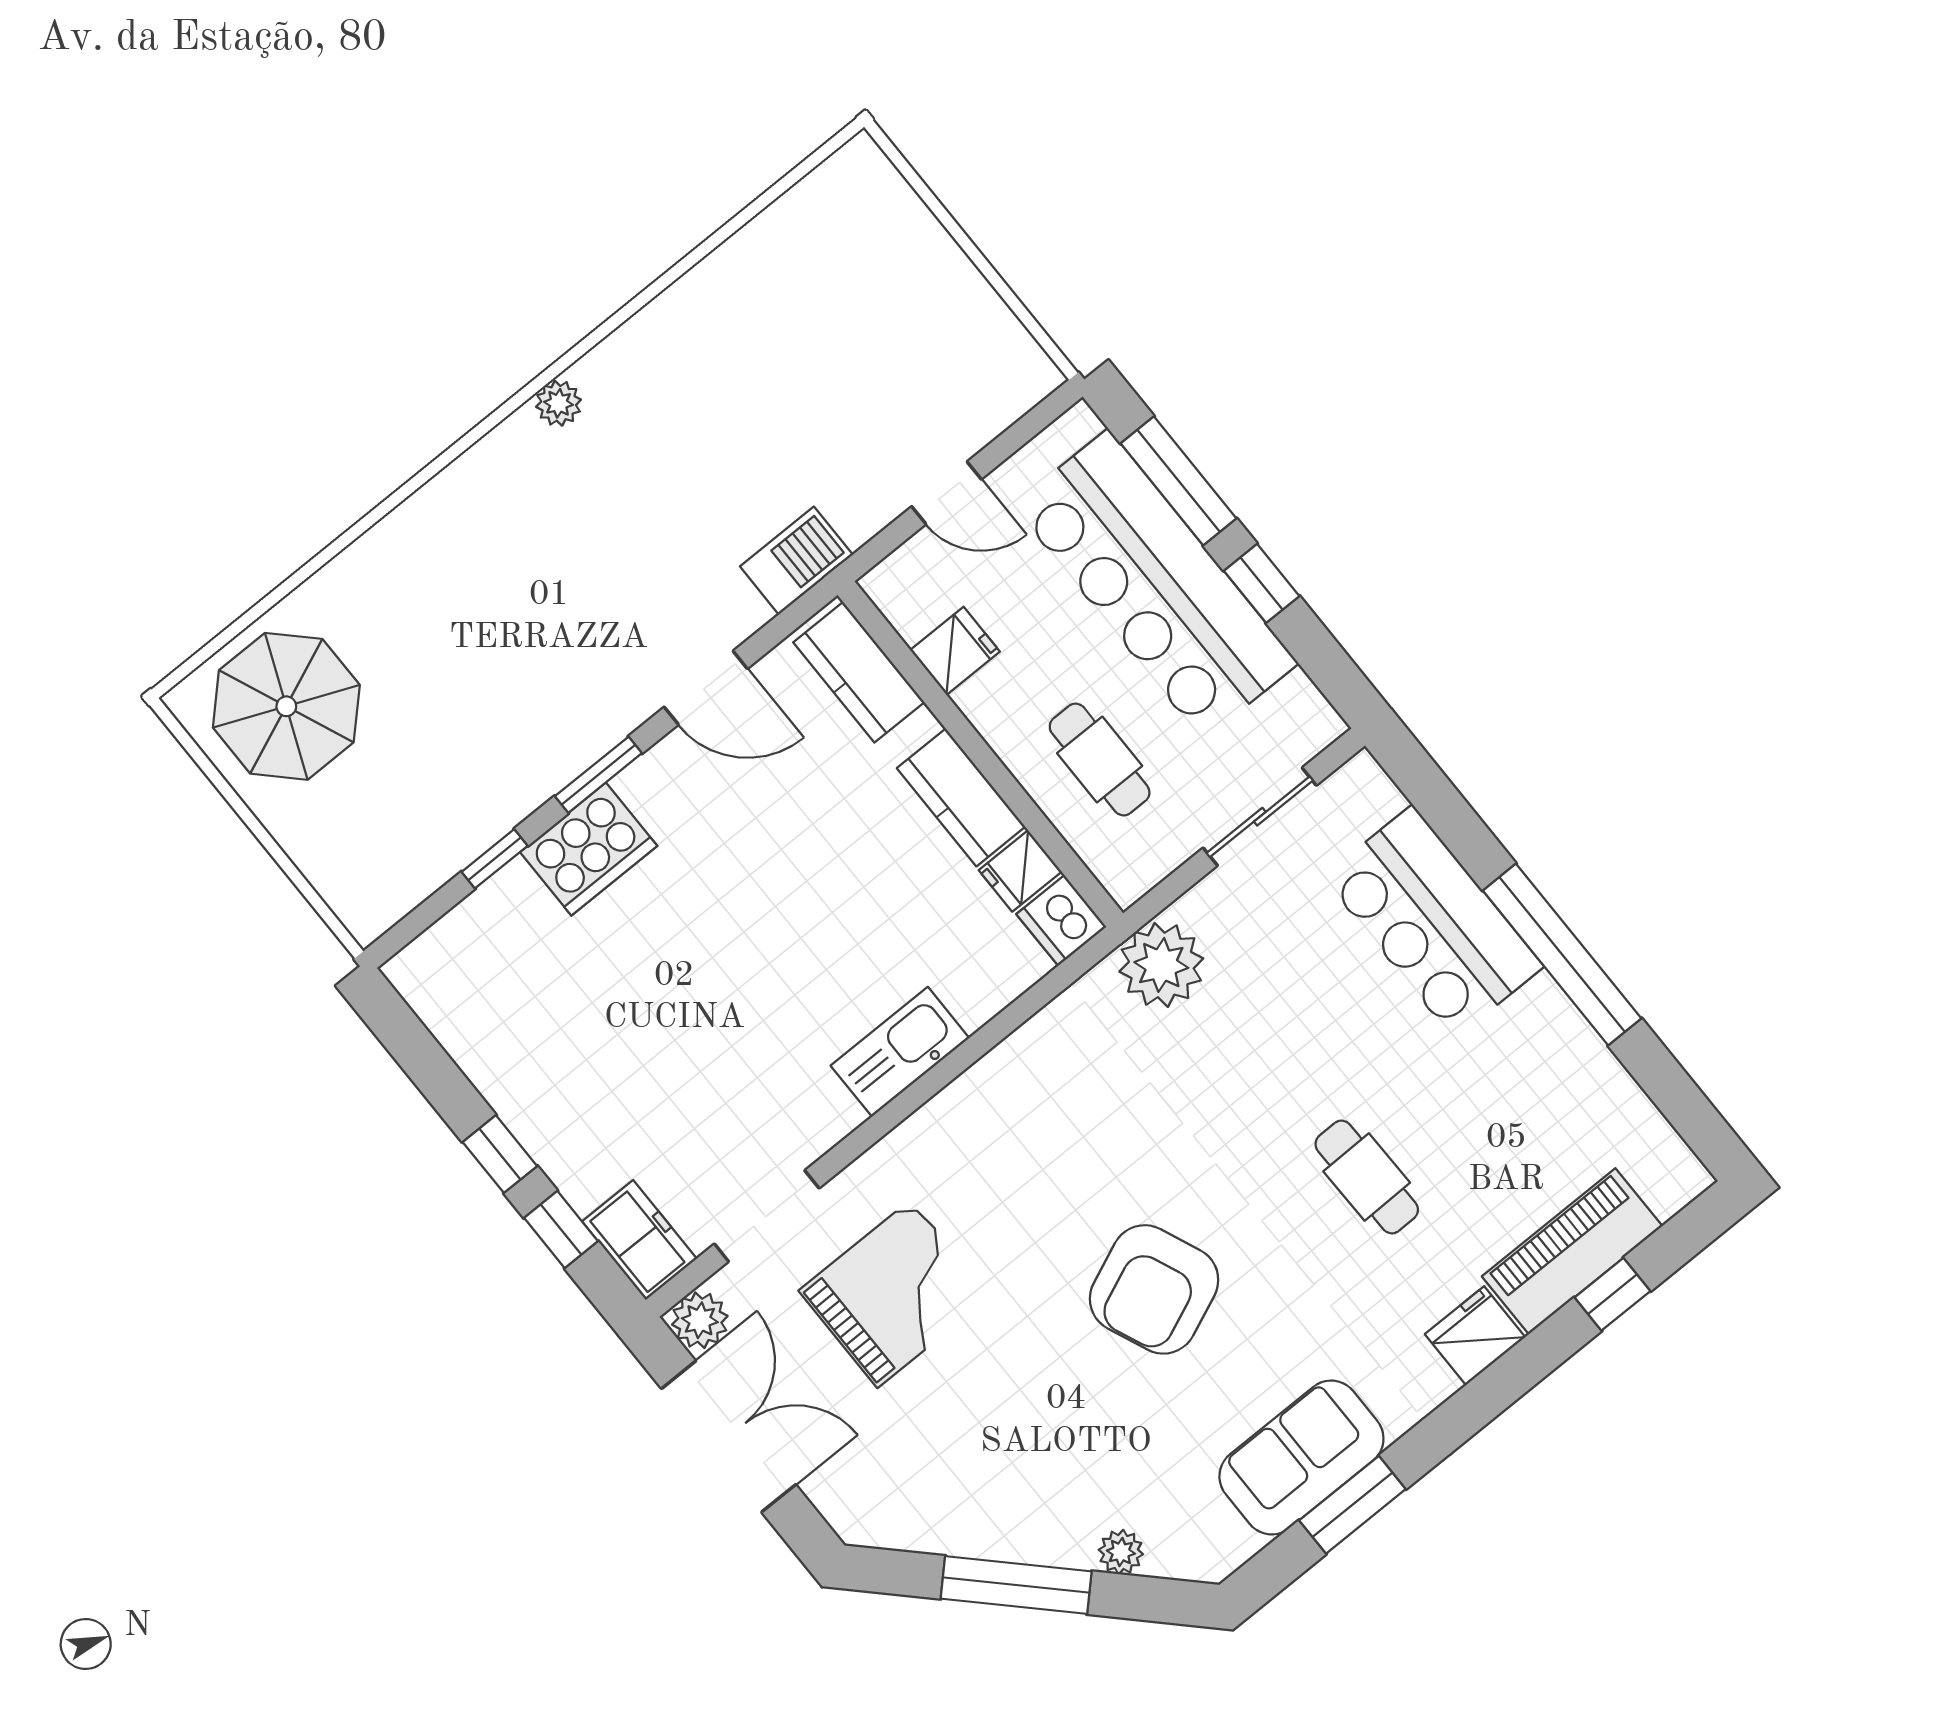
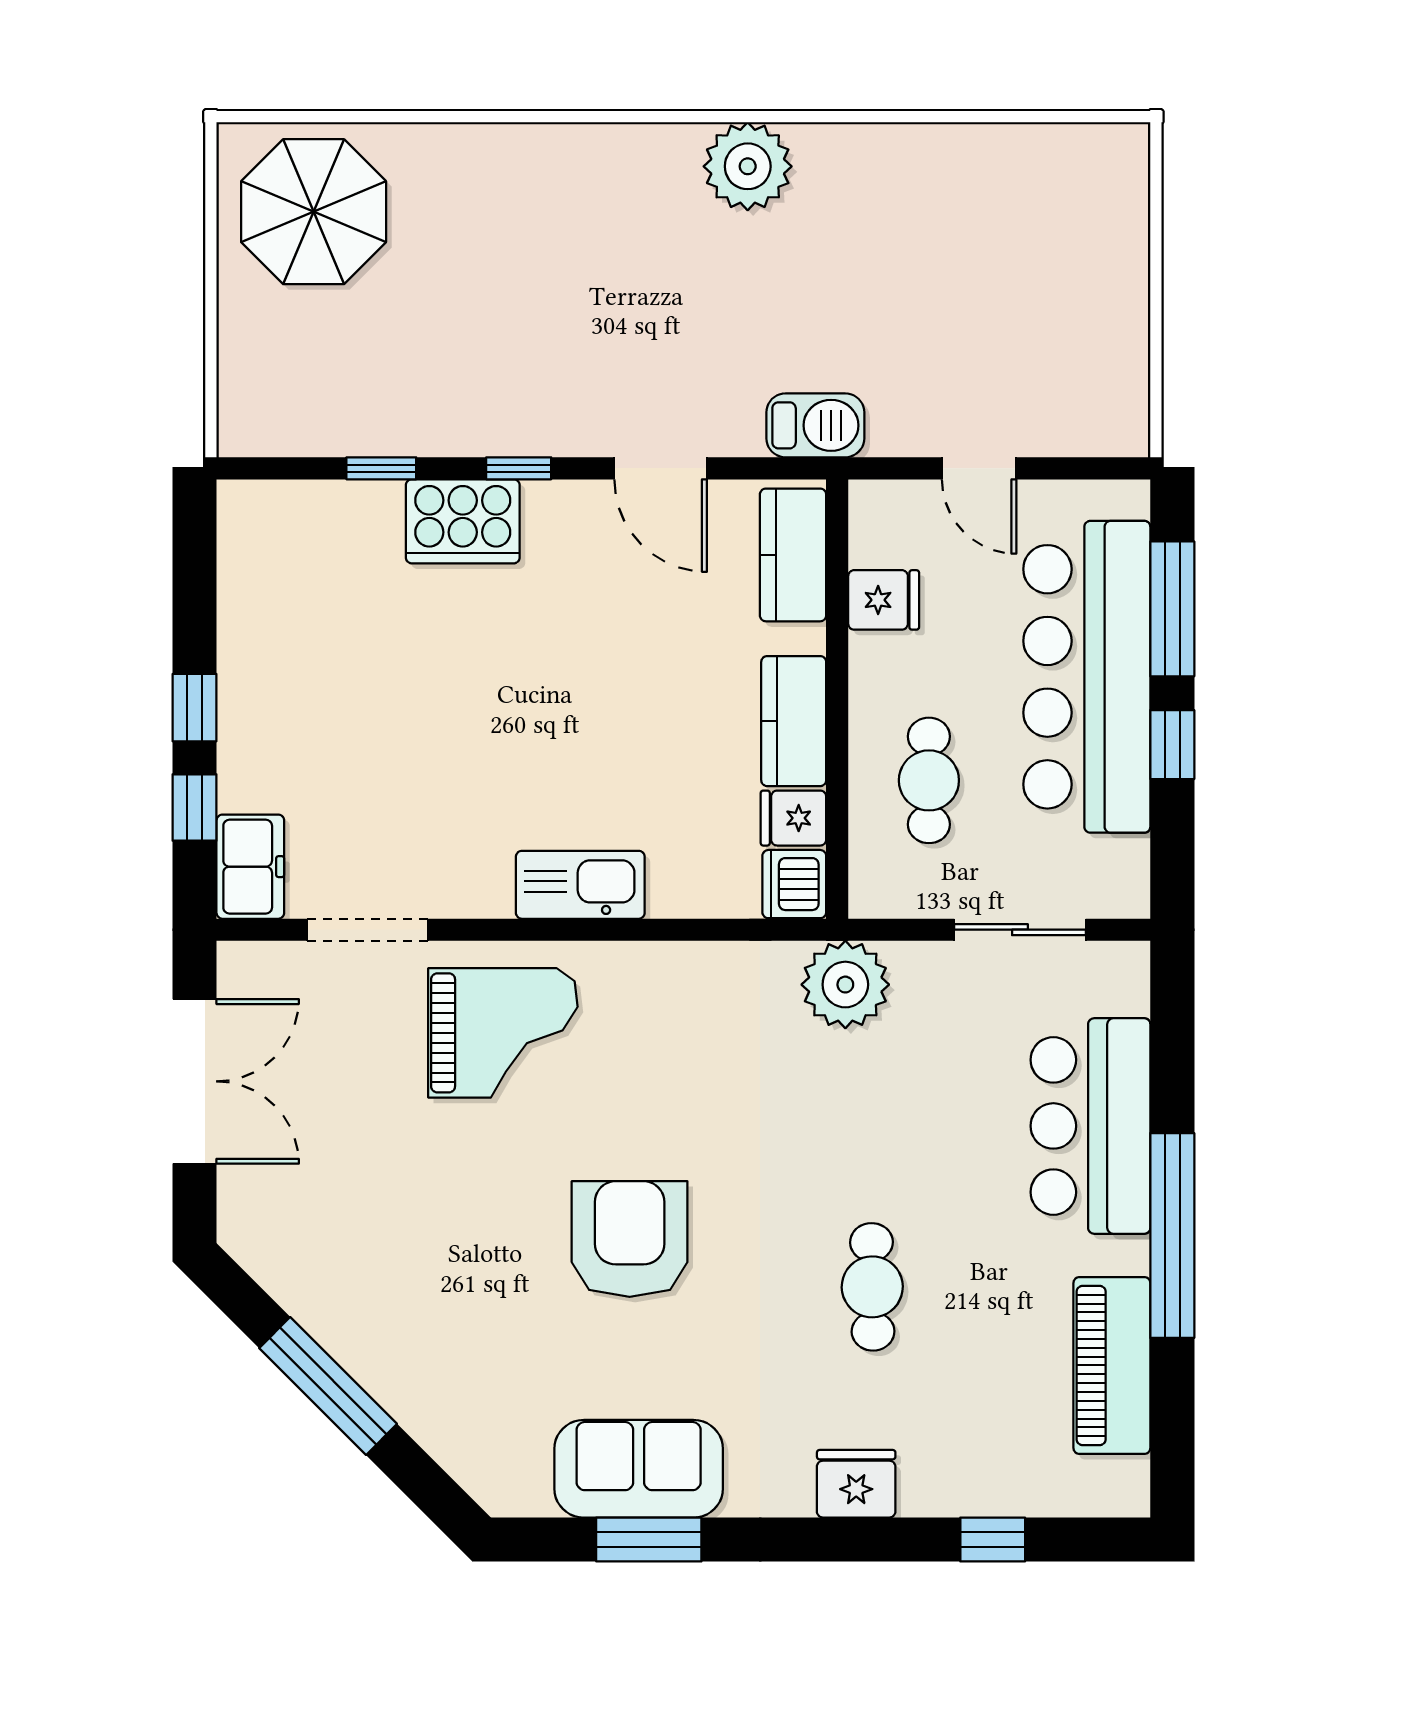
plant: (559, 403) -> (748, 166), width x1.88, depth x1.88
window: (598, 775) -> (519, 468), width x0.67
piano: (1572, 1251) -> (1112, 1365), moved, turned -90
armchair: (1154, 1289) -> (630, 1239), turned 113
grand piano: (894, 1294) -> (503, 1033), moved
plant: (700, 1320) -> (247, 970), removed
plant: (1121, 1552) -> (433, 1427), removed

